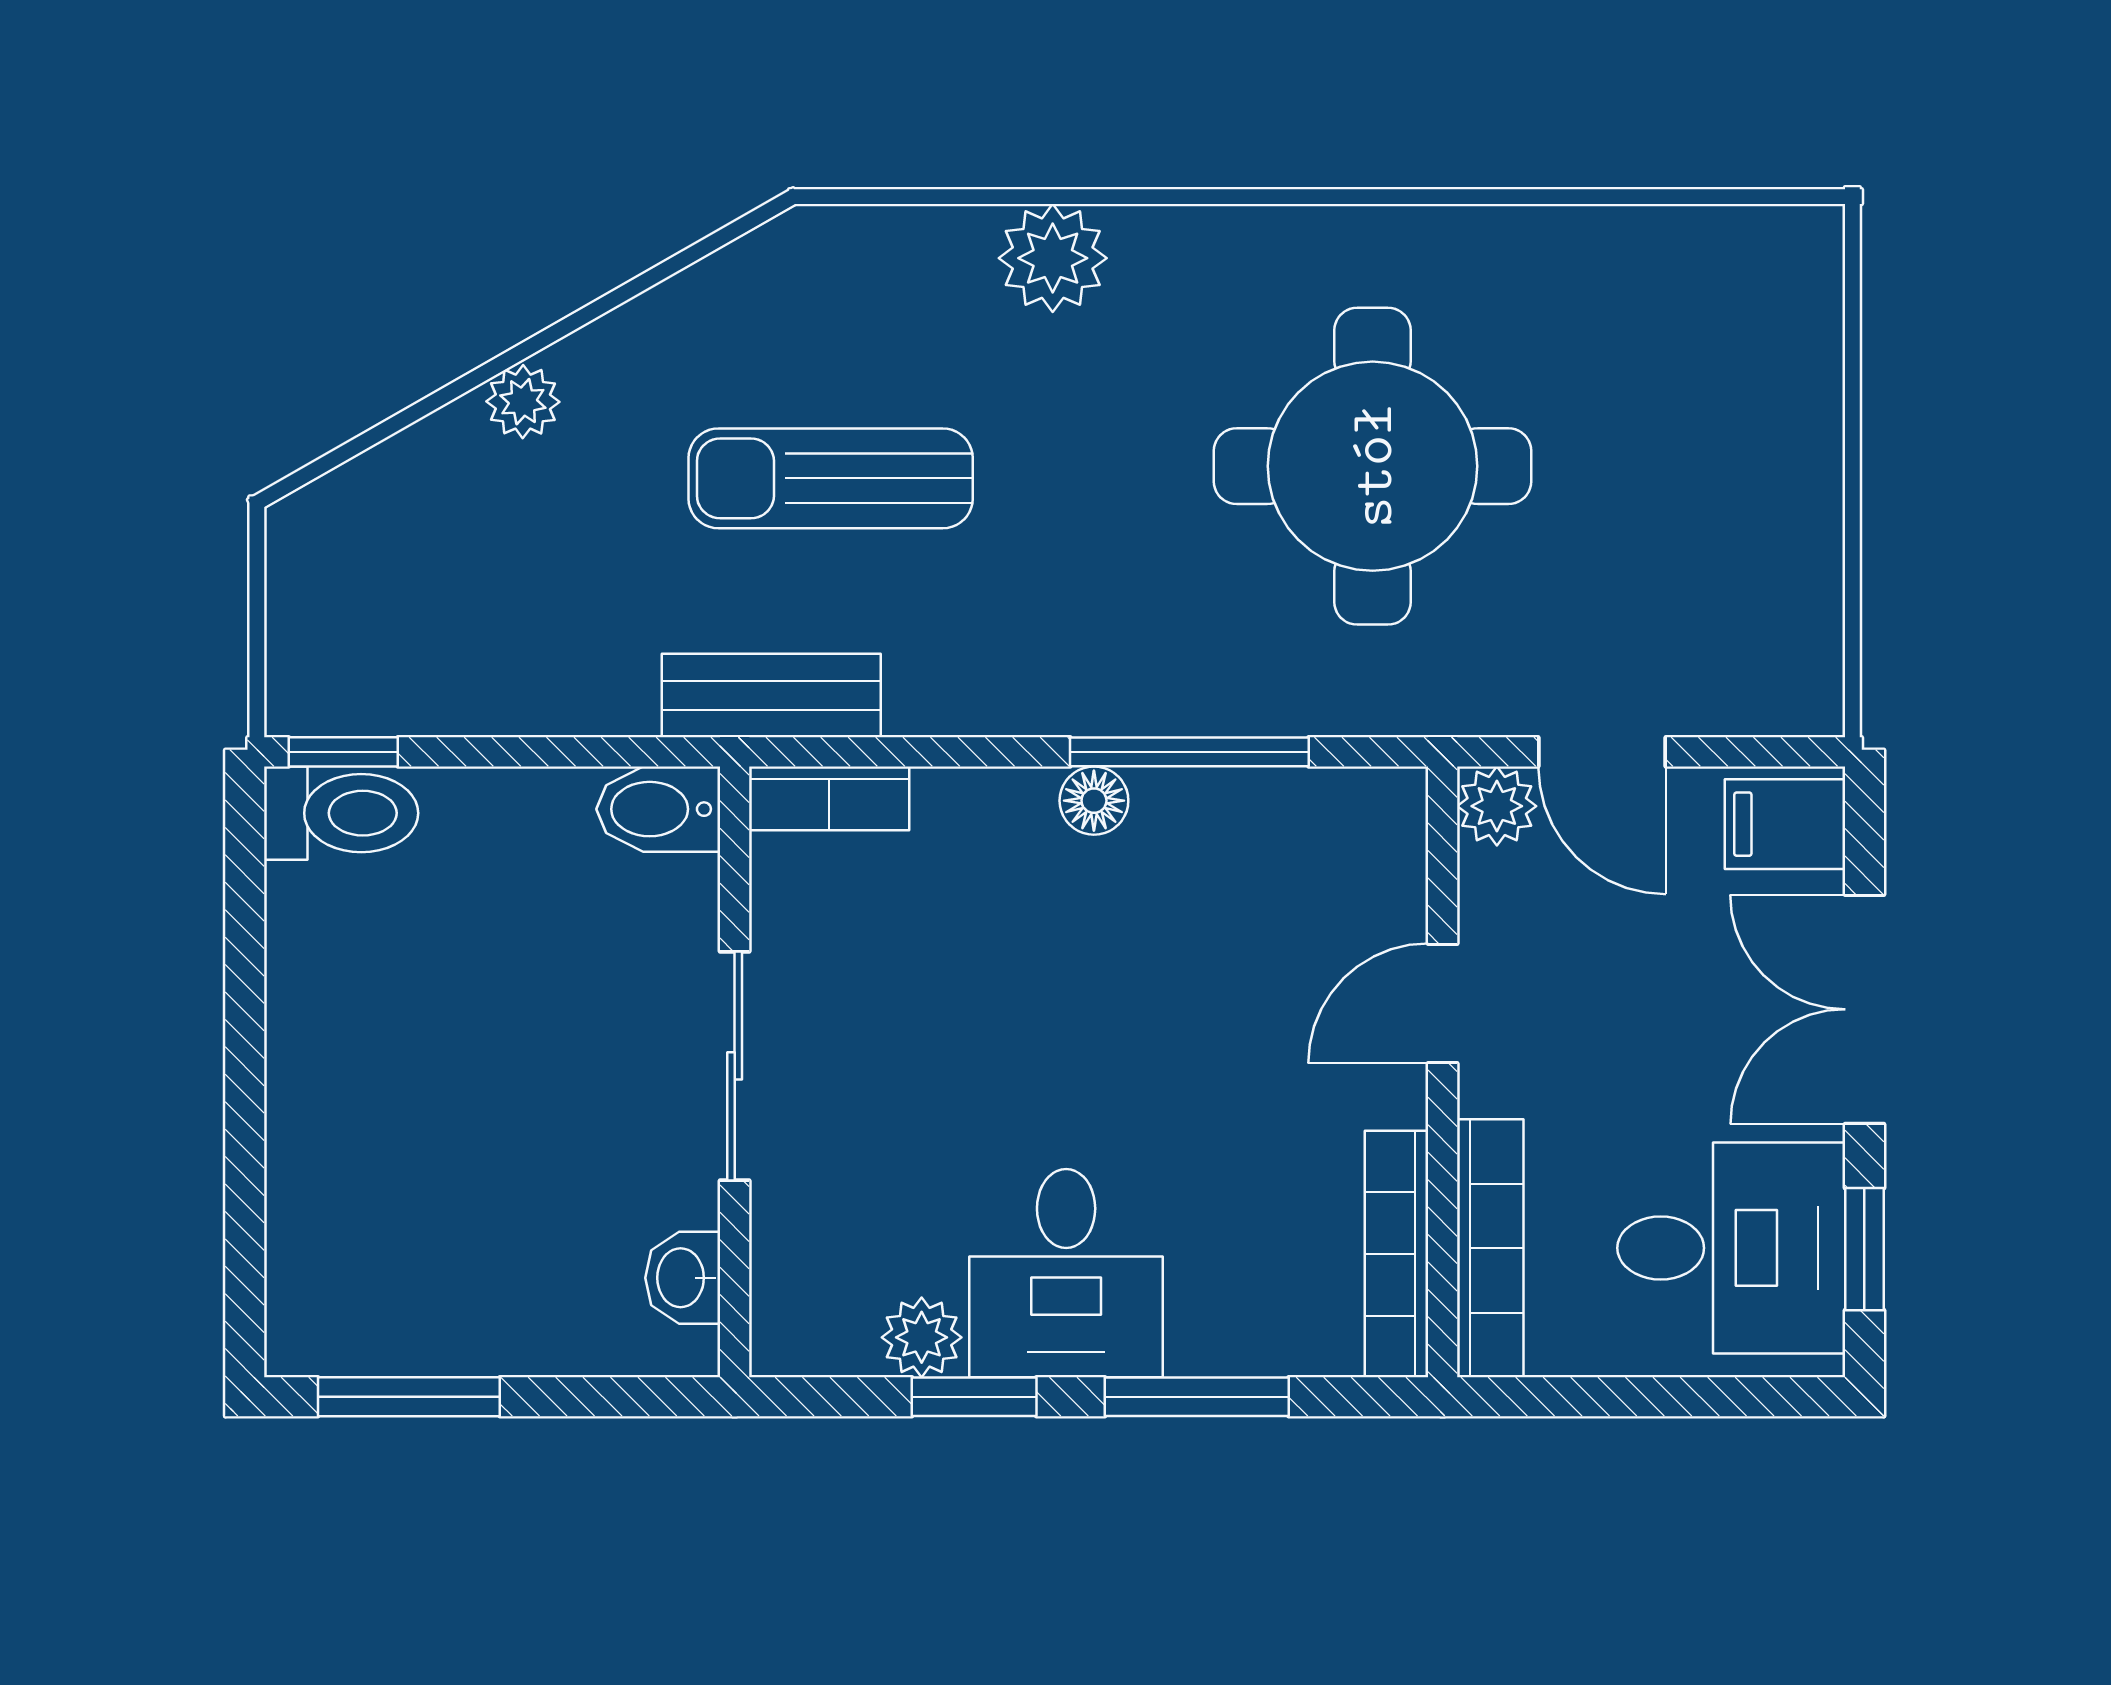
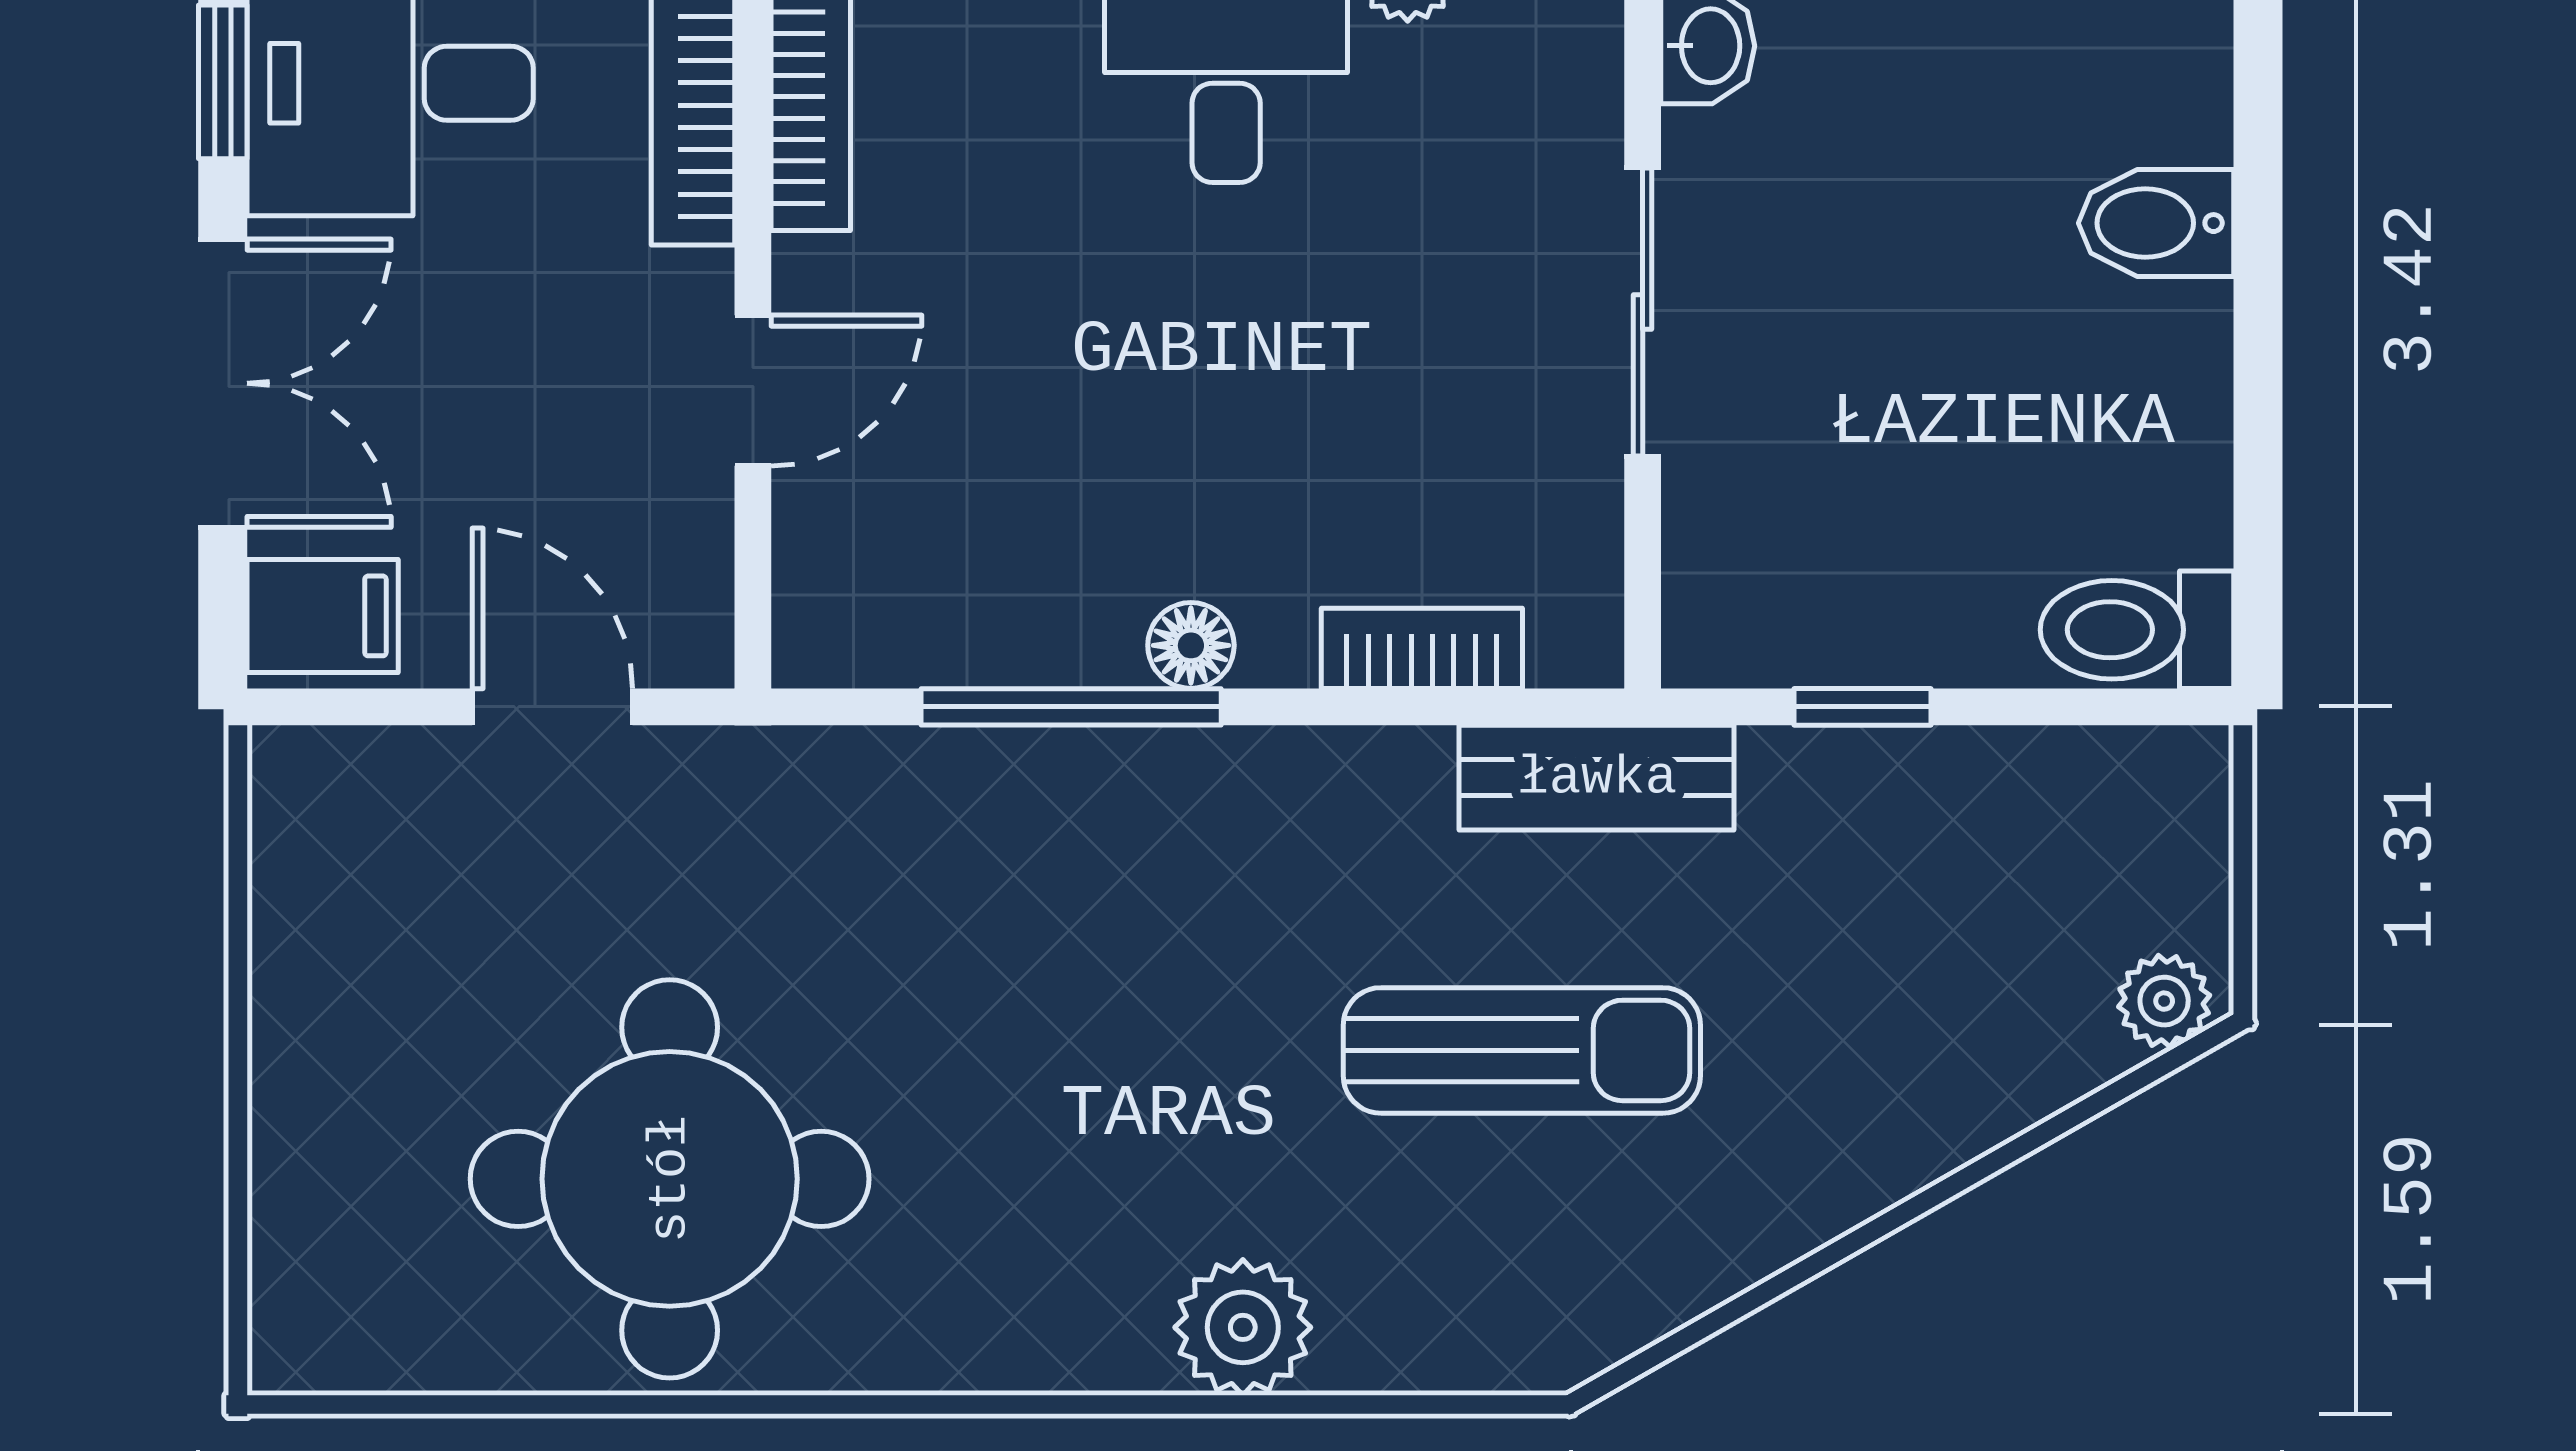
plant: (523, 402) -> (2164, 1001), moved
round table: (1373, 466) -> (670, 1179), moved
window: (343, 752) -> (1862, 707), moved
bookcase: (829, 798) -> (1422, 648), moved
plant: (1497, 806) -> (685, 639), removed
bidet: (658, 809) -> (2156, 223), moved, turned 180

